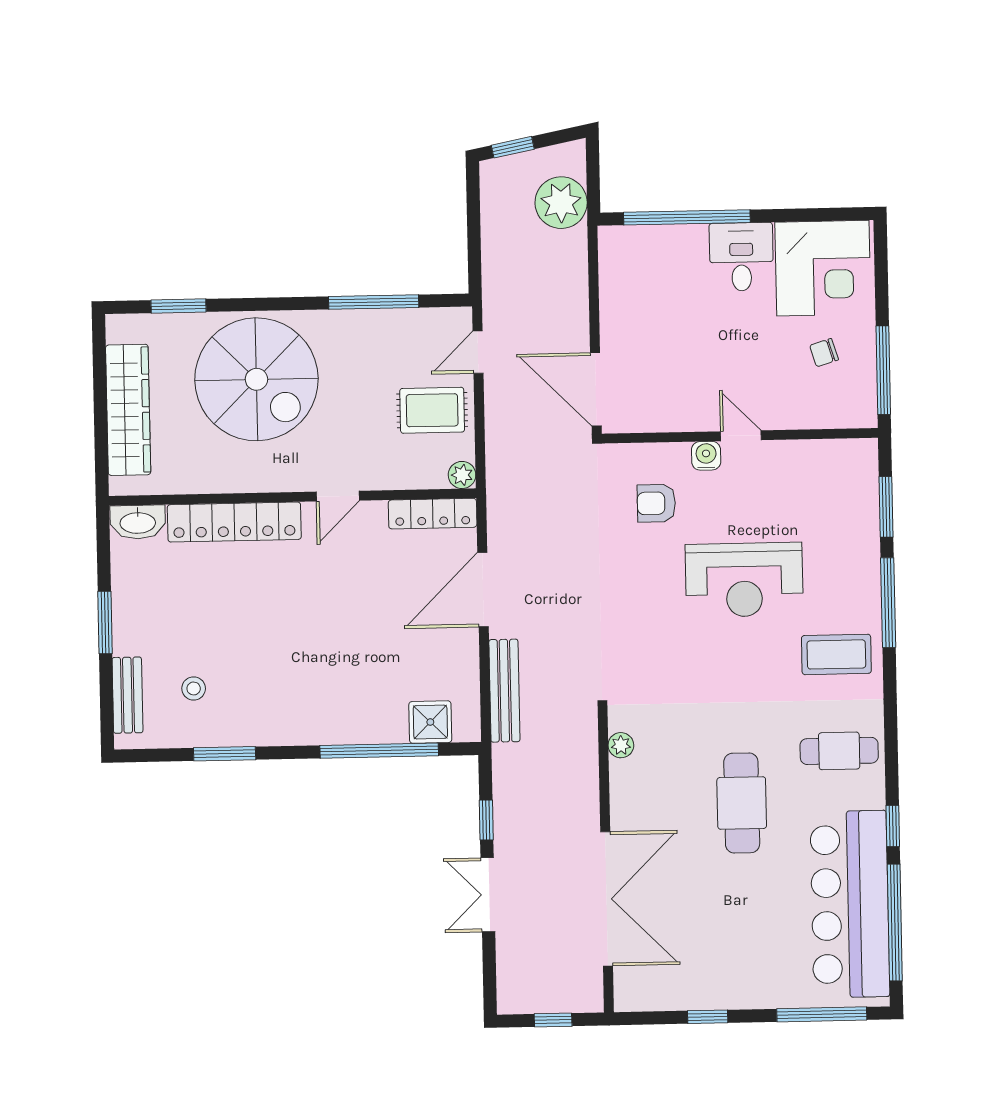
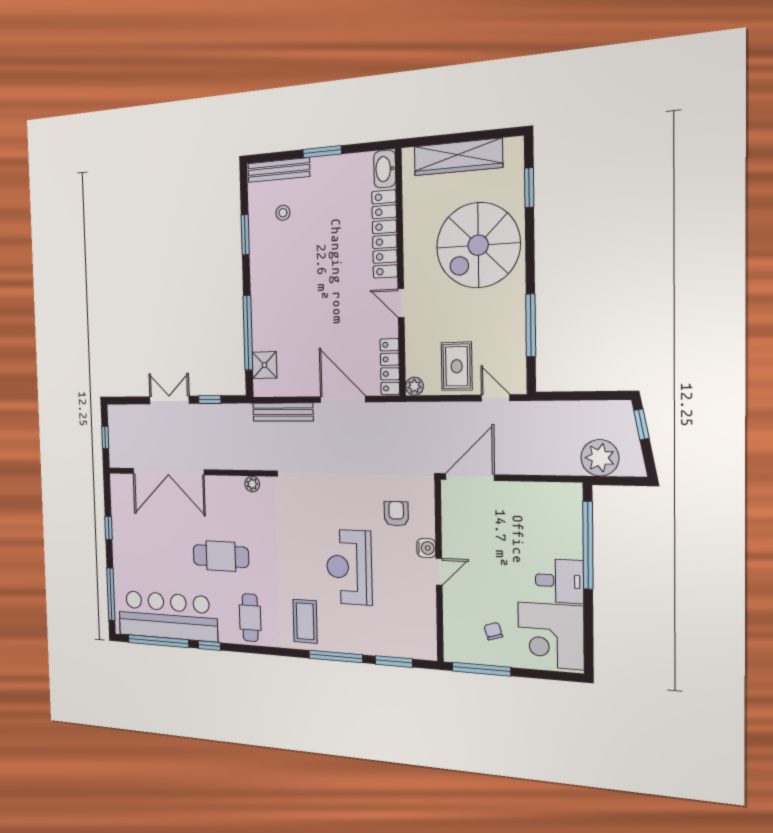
bench: (127, 695) -> (279, 170), width x1.36

